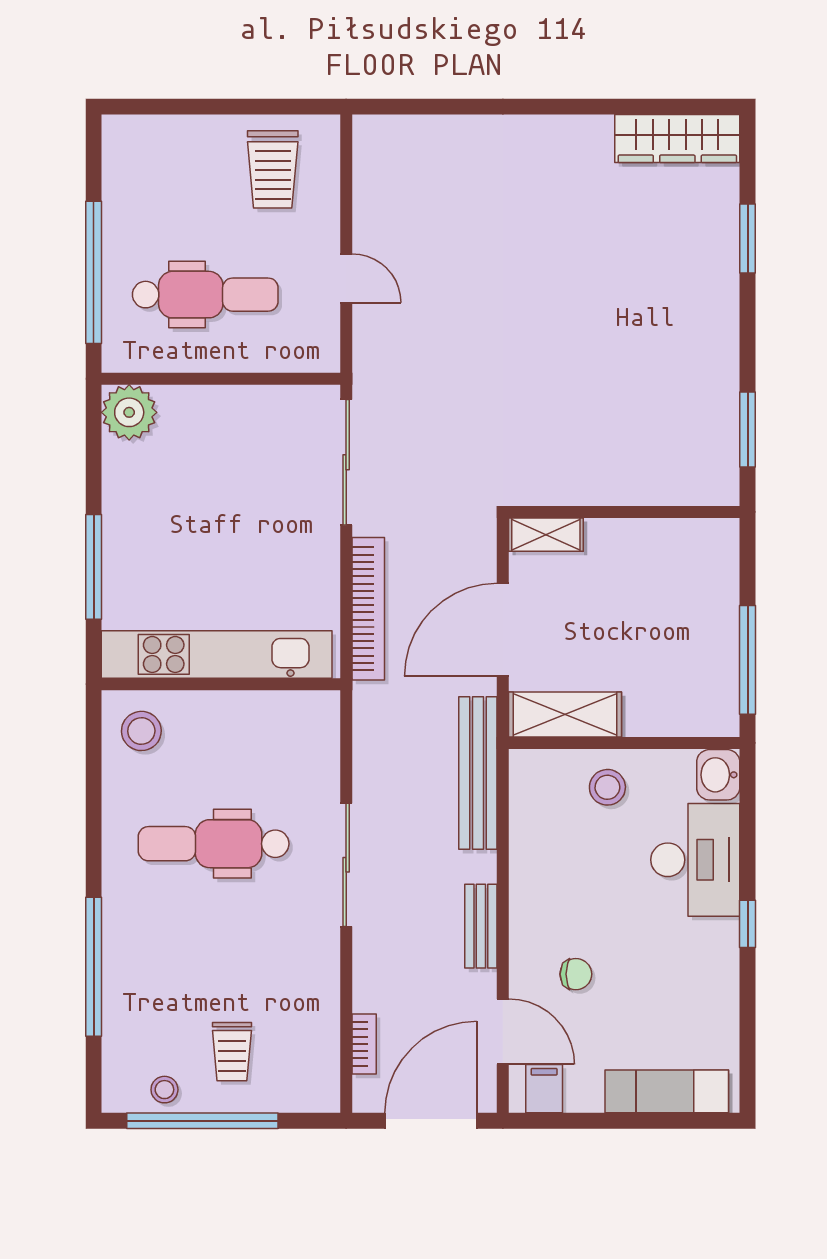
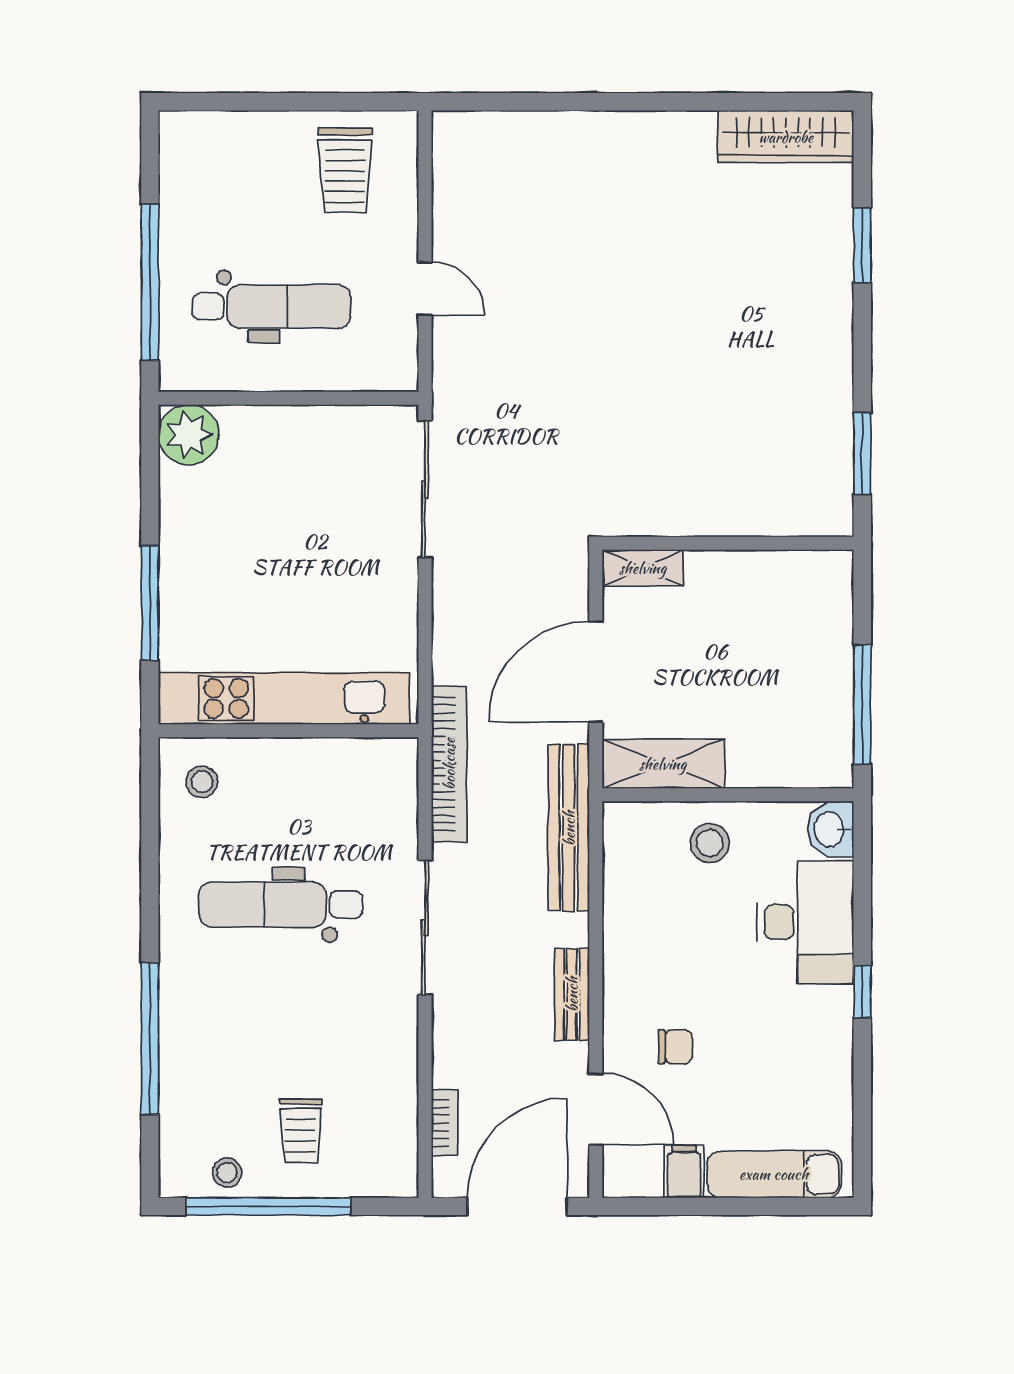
bookcase: (368, 609) -> (449, 764), moved
stool: (141, 731) -> (202, 782), width x0.73, depth x0.73
filing cabinet: (544, 1089) -> (684, 1171), moved

